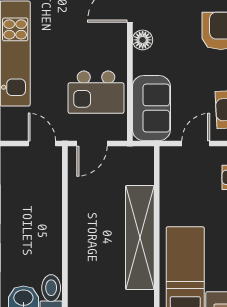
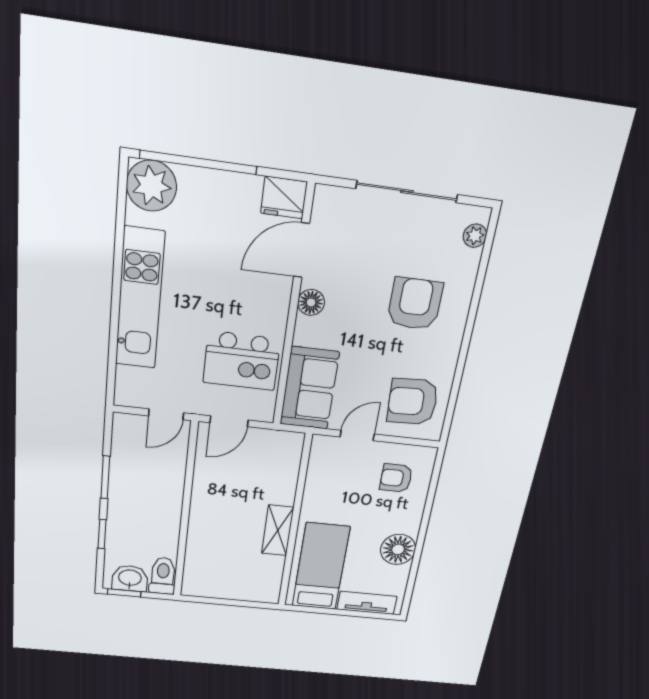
door: (42, 143) -> (166, 414), swing flipped
shelving: (140, 238) -> (278, 530), width x0.45, depth x0.75

